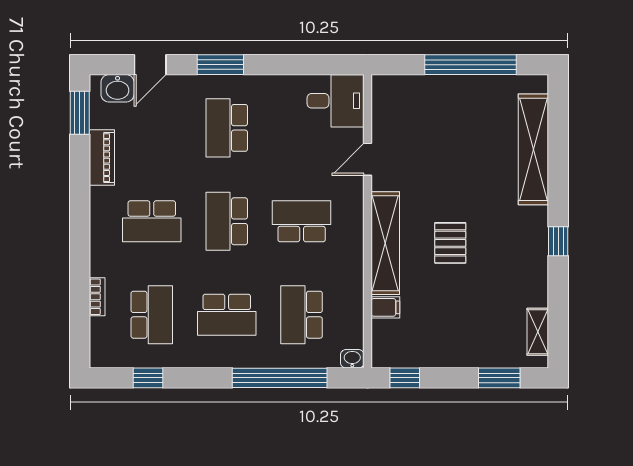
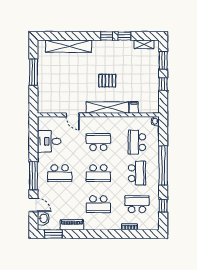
window: (220, 65) -> (33, 176), width x1.44
window: (471, 65) -> (33, 72), width x0.68
desk: (336, 101) -> (49, 141), moved, turned -90
school desk: (152, 221) -> (98, 204), turned 90
school desk: (302, 221) -> (98, 142), turned 90
window: (558, 284) -> (124, 36), added
school desk: (302, 315) -> (137, 142), turned 90
window: (280, 378) -> (163, 166), moved
window: (405, 378) -> (163, 84), moved

